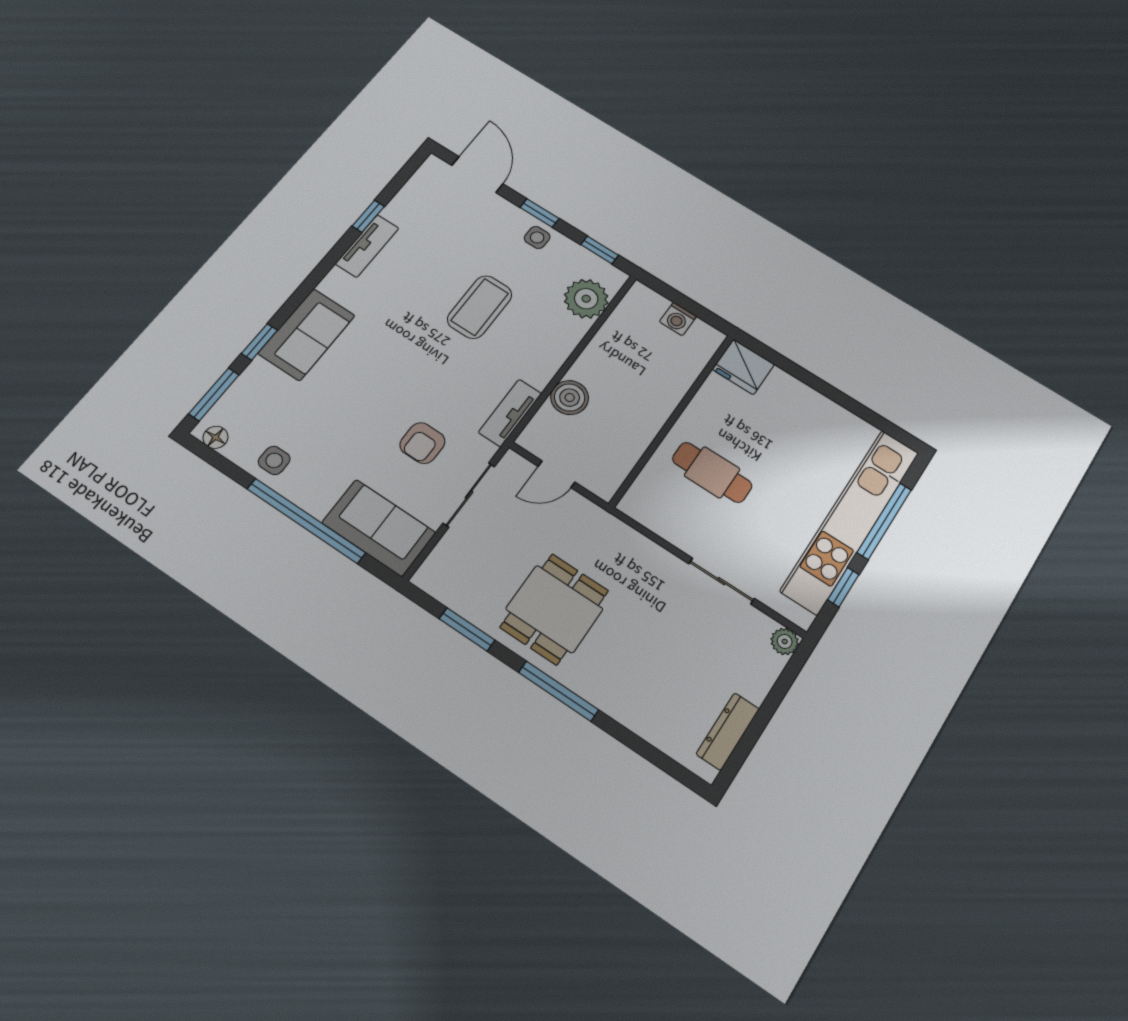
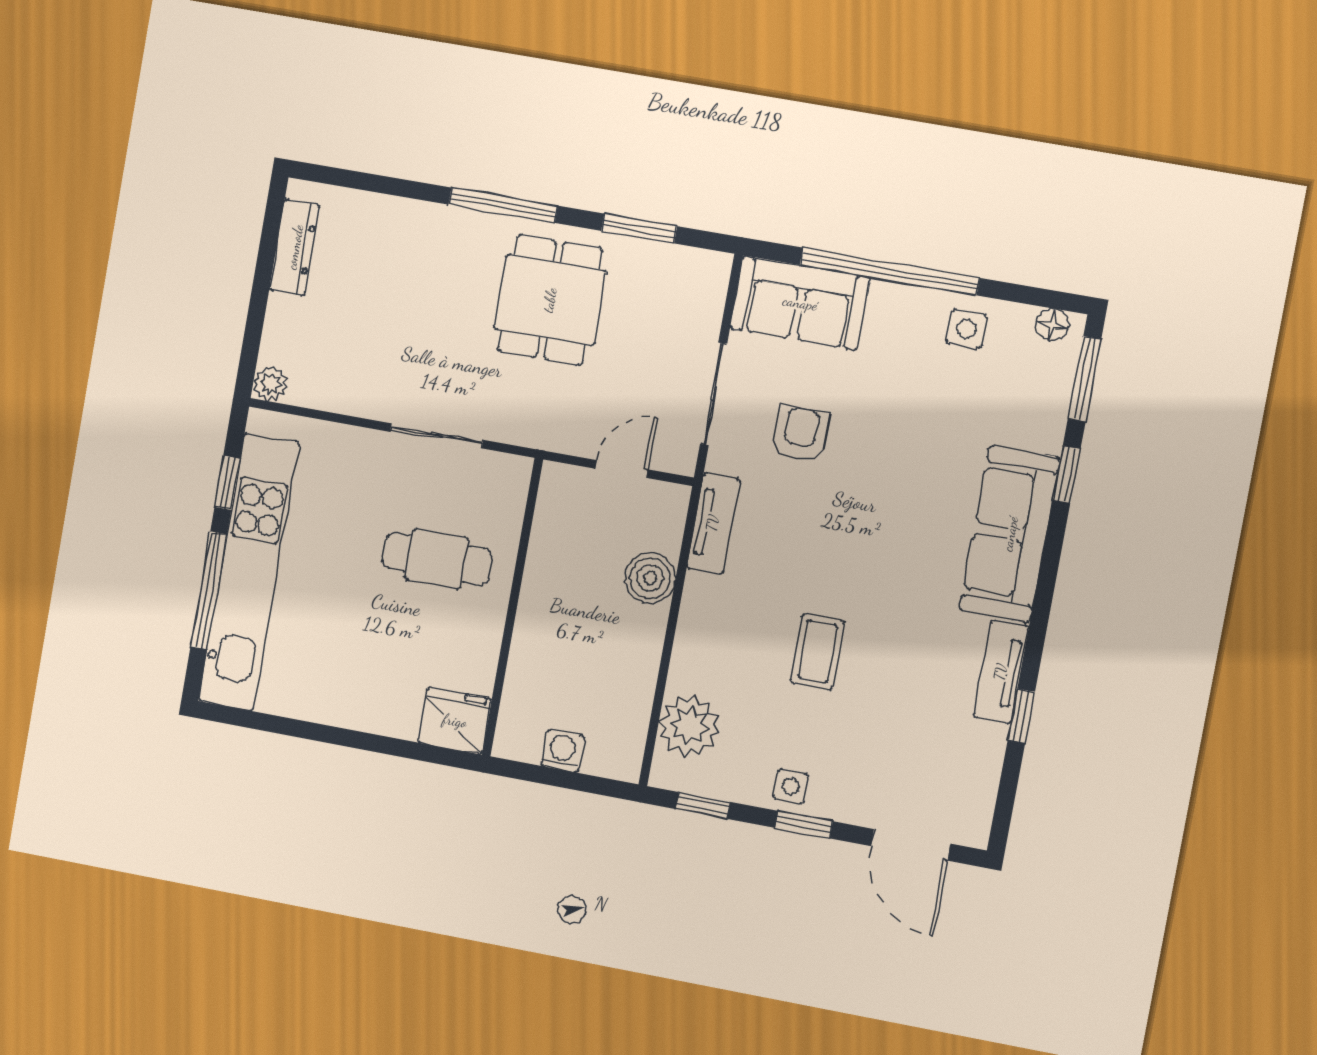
coffee table: (480, 307) -> (817, 651), width x0.73, depth x0.77
sofa: (307, 334) -> (1010, 534), width x1.36
sliding door: (721, 581) -> (437, 436), moved

